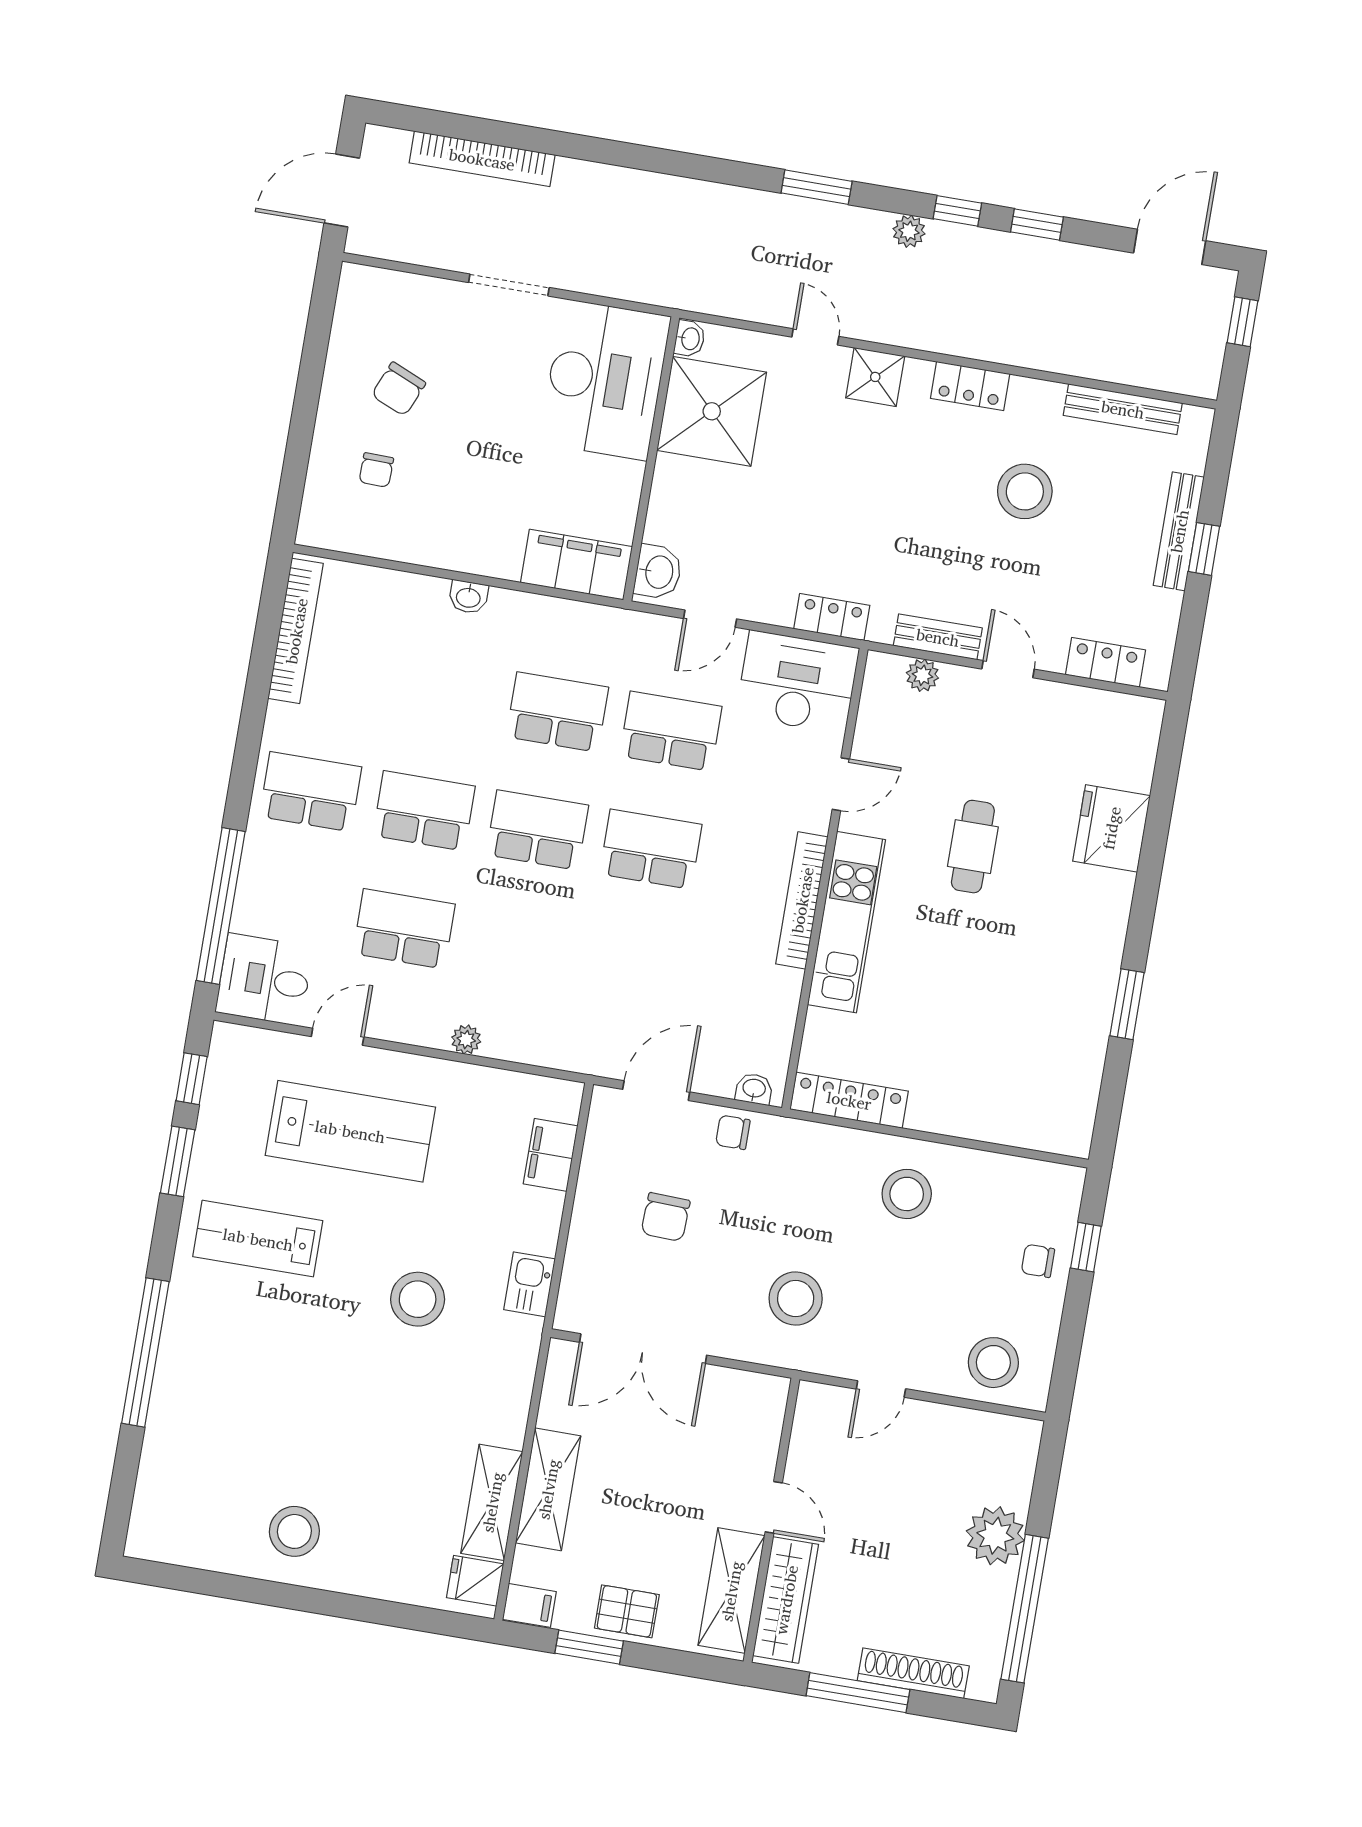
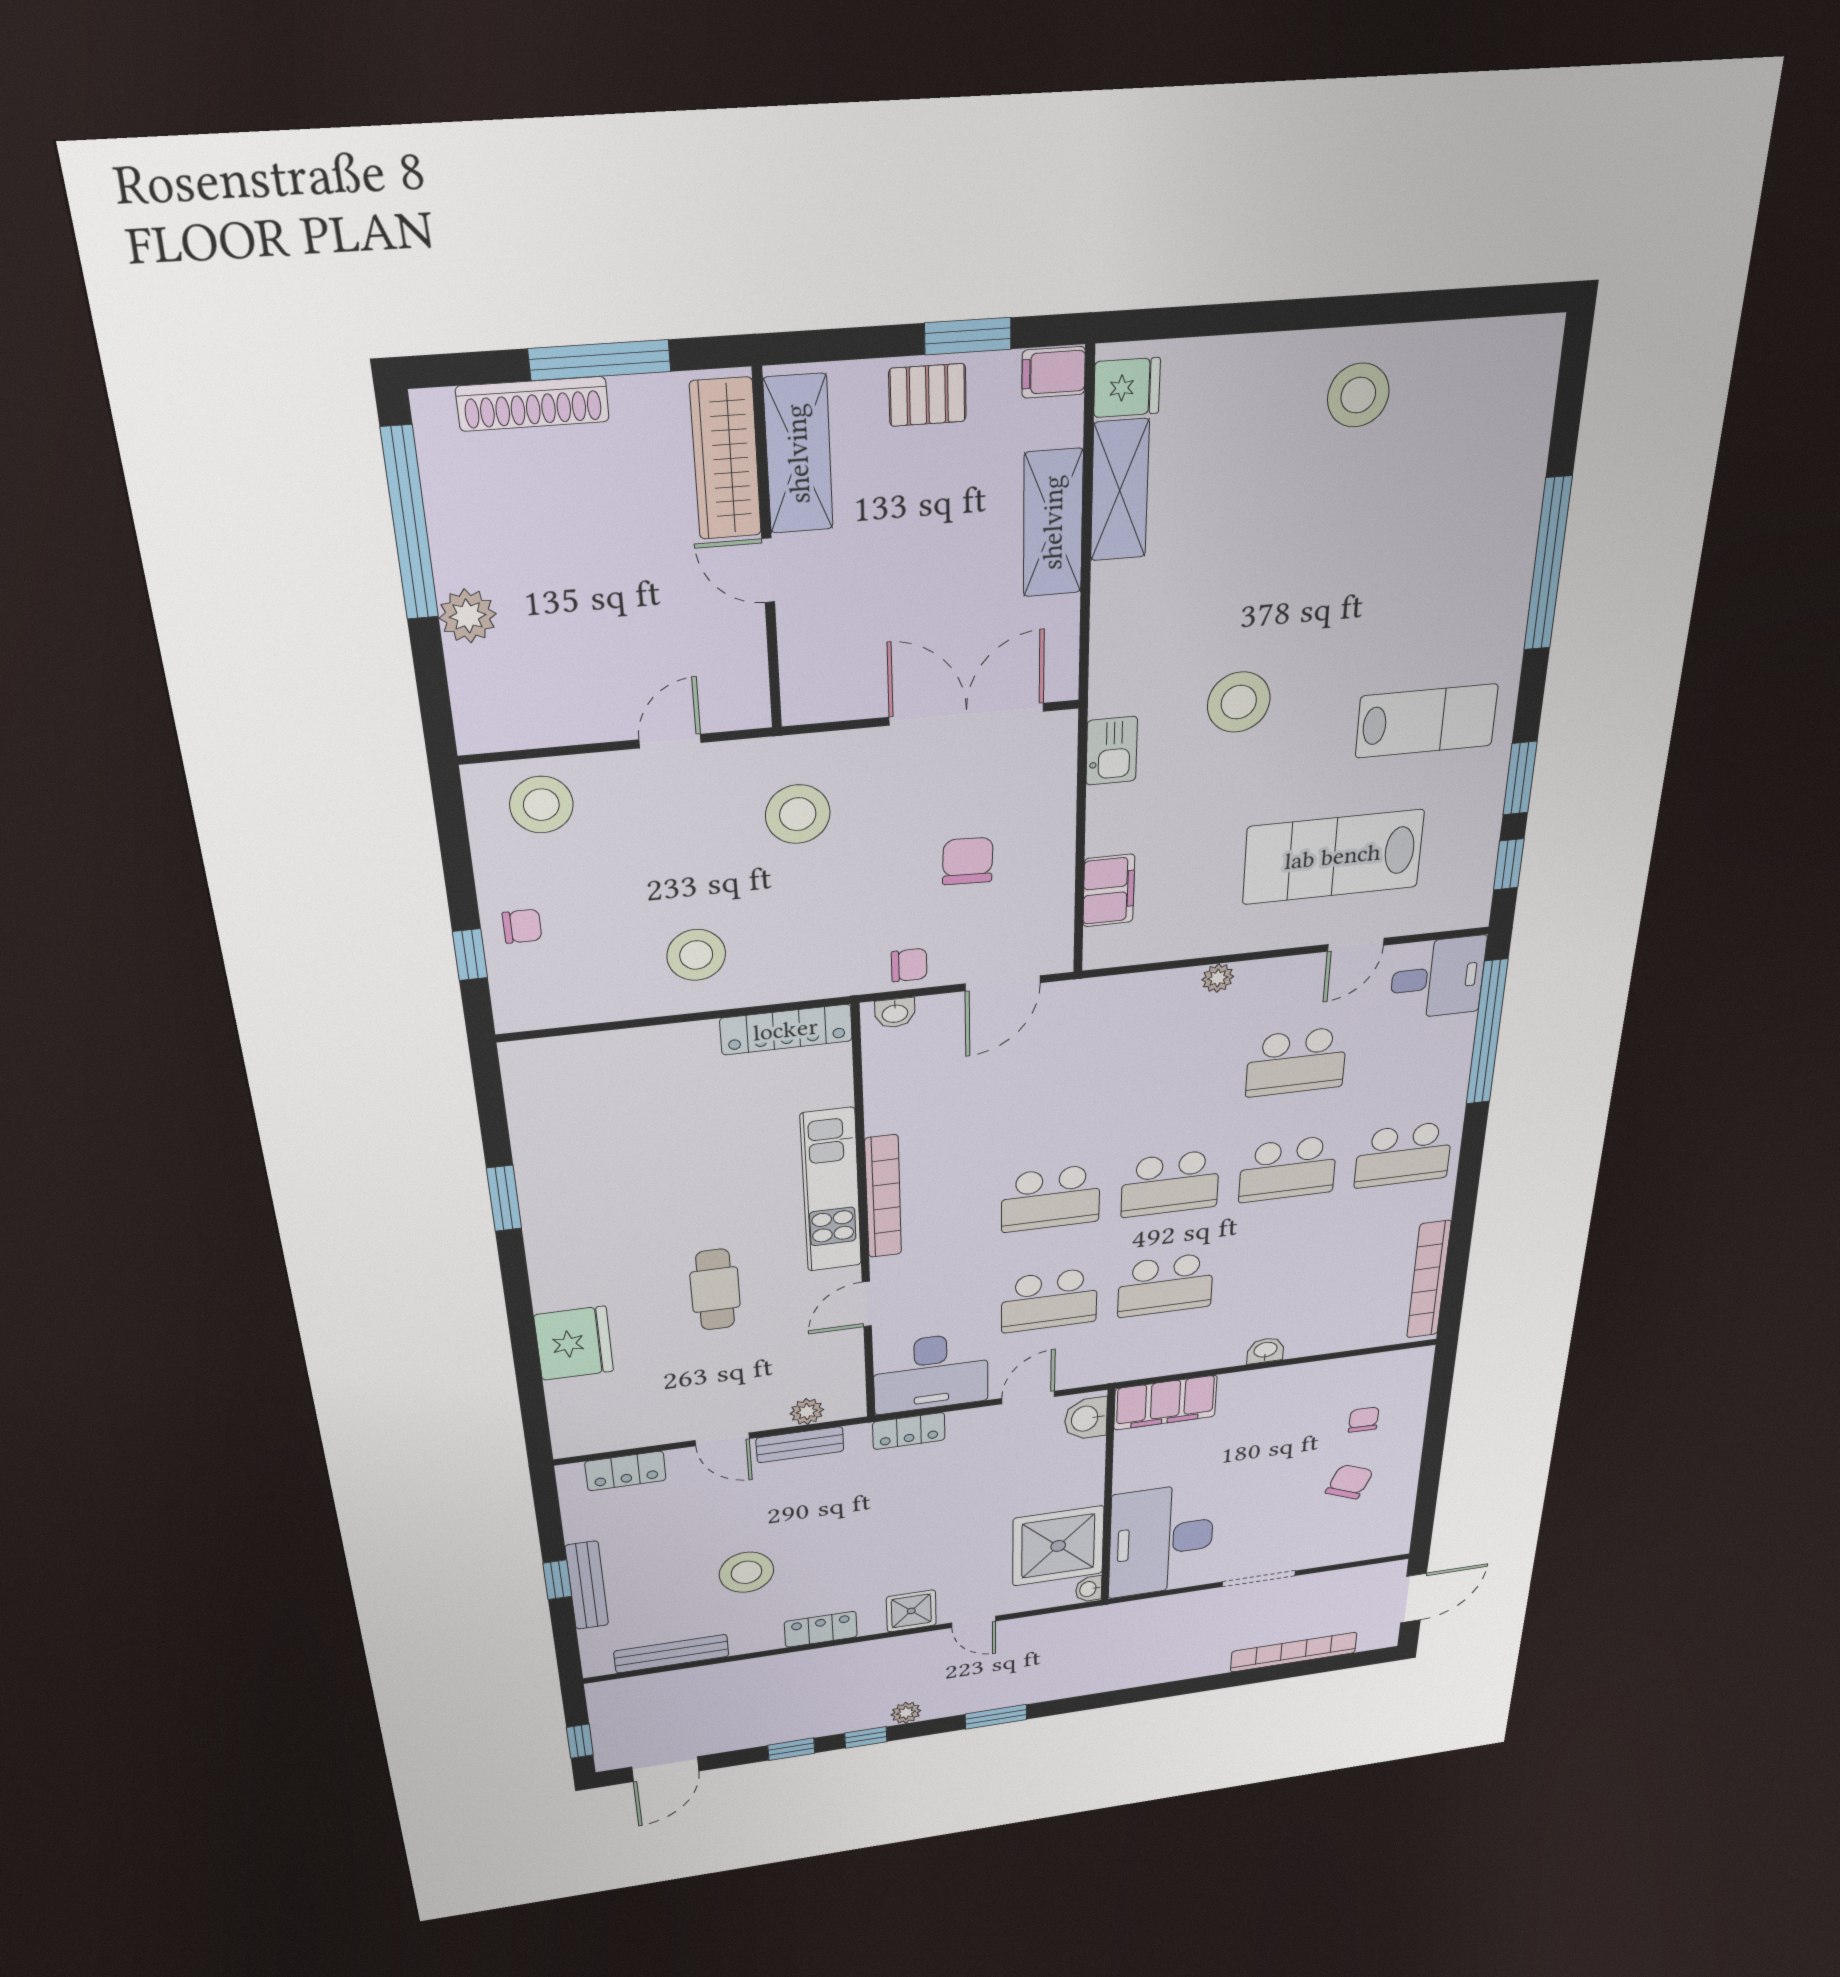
plant: (995, 1536) -> (468, 616), width x0.73, depth x0.73

